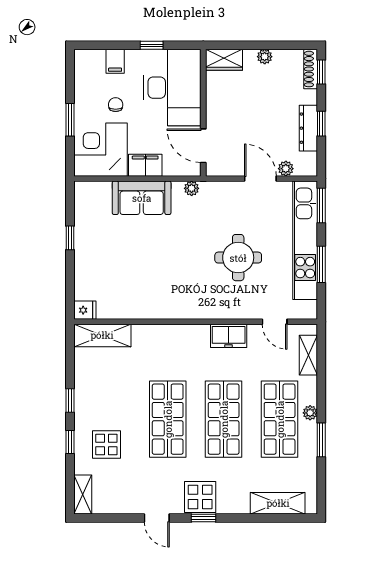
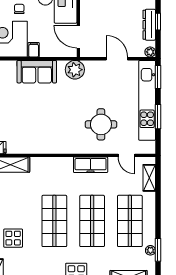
filing cabinet: (145, 165) -> (34, 50), width x0.50
plant: (286, 169) -> (150, 52), moved
plant: (192, 188) -> (75, 70), width x1.88, depth x1.88
round table: (238, 258) -> (101, 124), moved
freezer: (229, 336) -> (91, 165), width x1.40
plant: (310, 413) -> (150, 250), moved
window: (321, 440) -> (158, 250), moved

